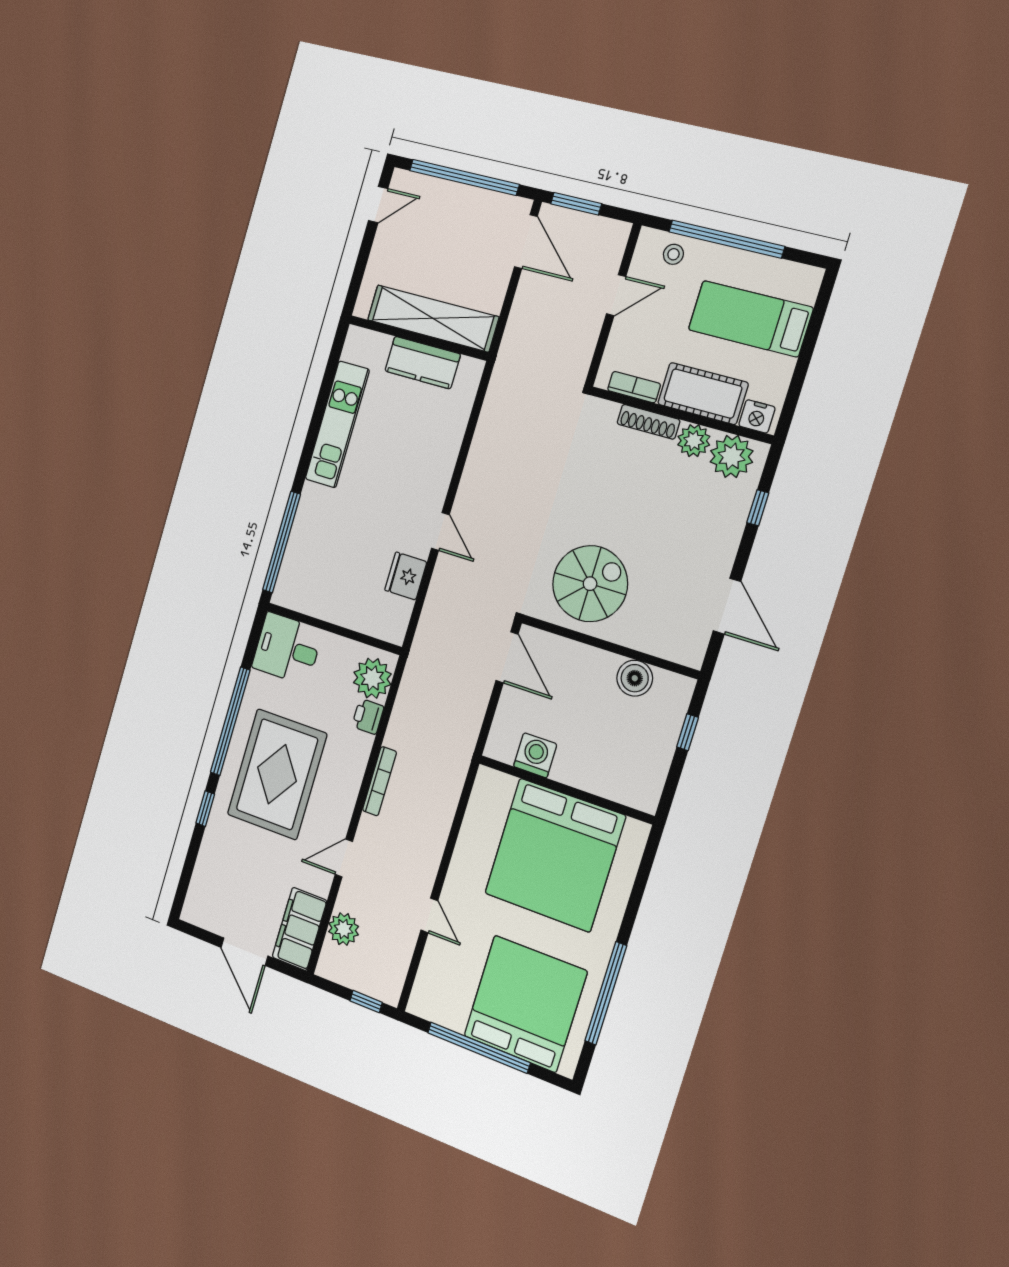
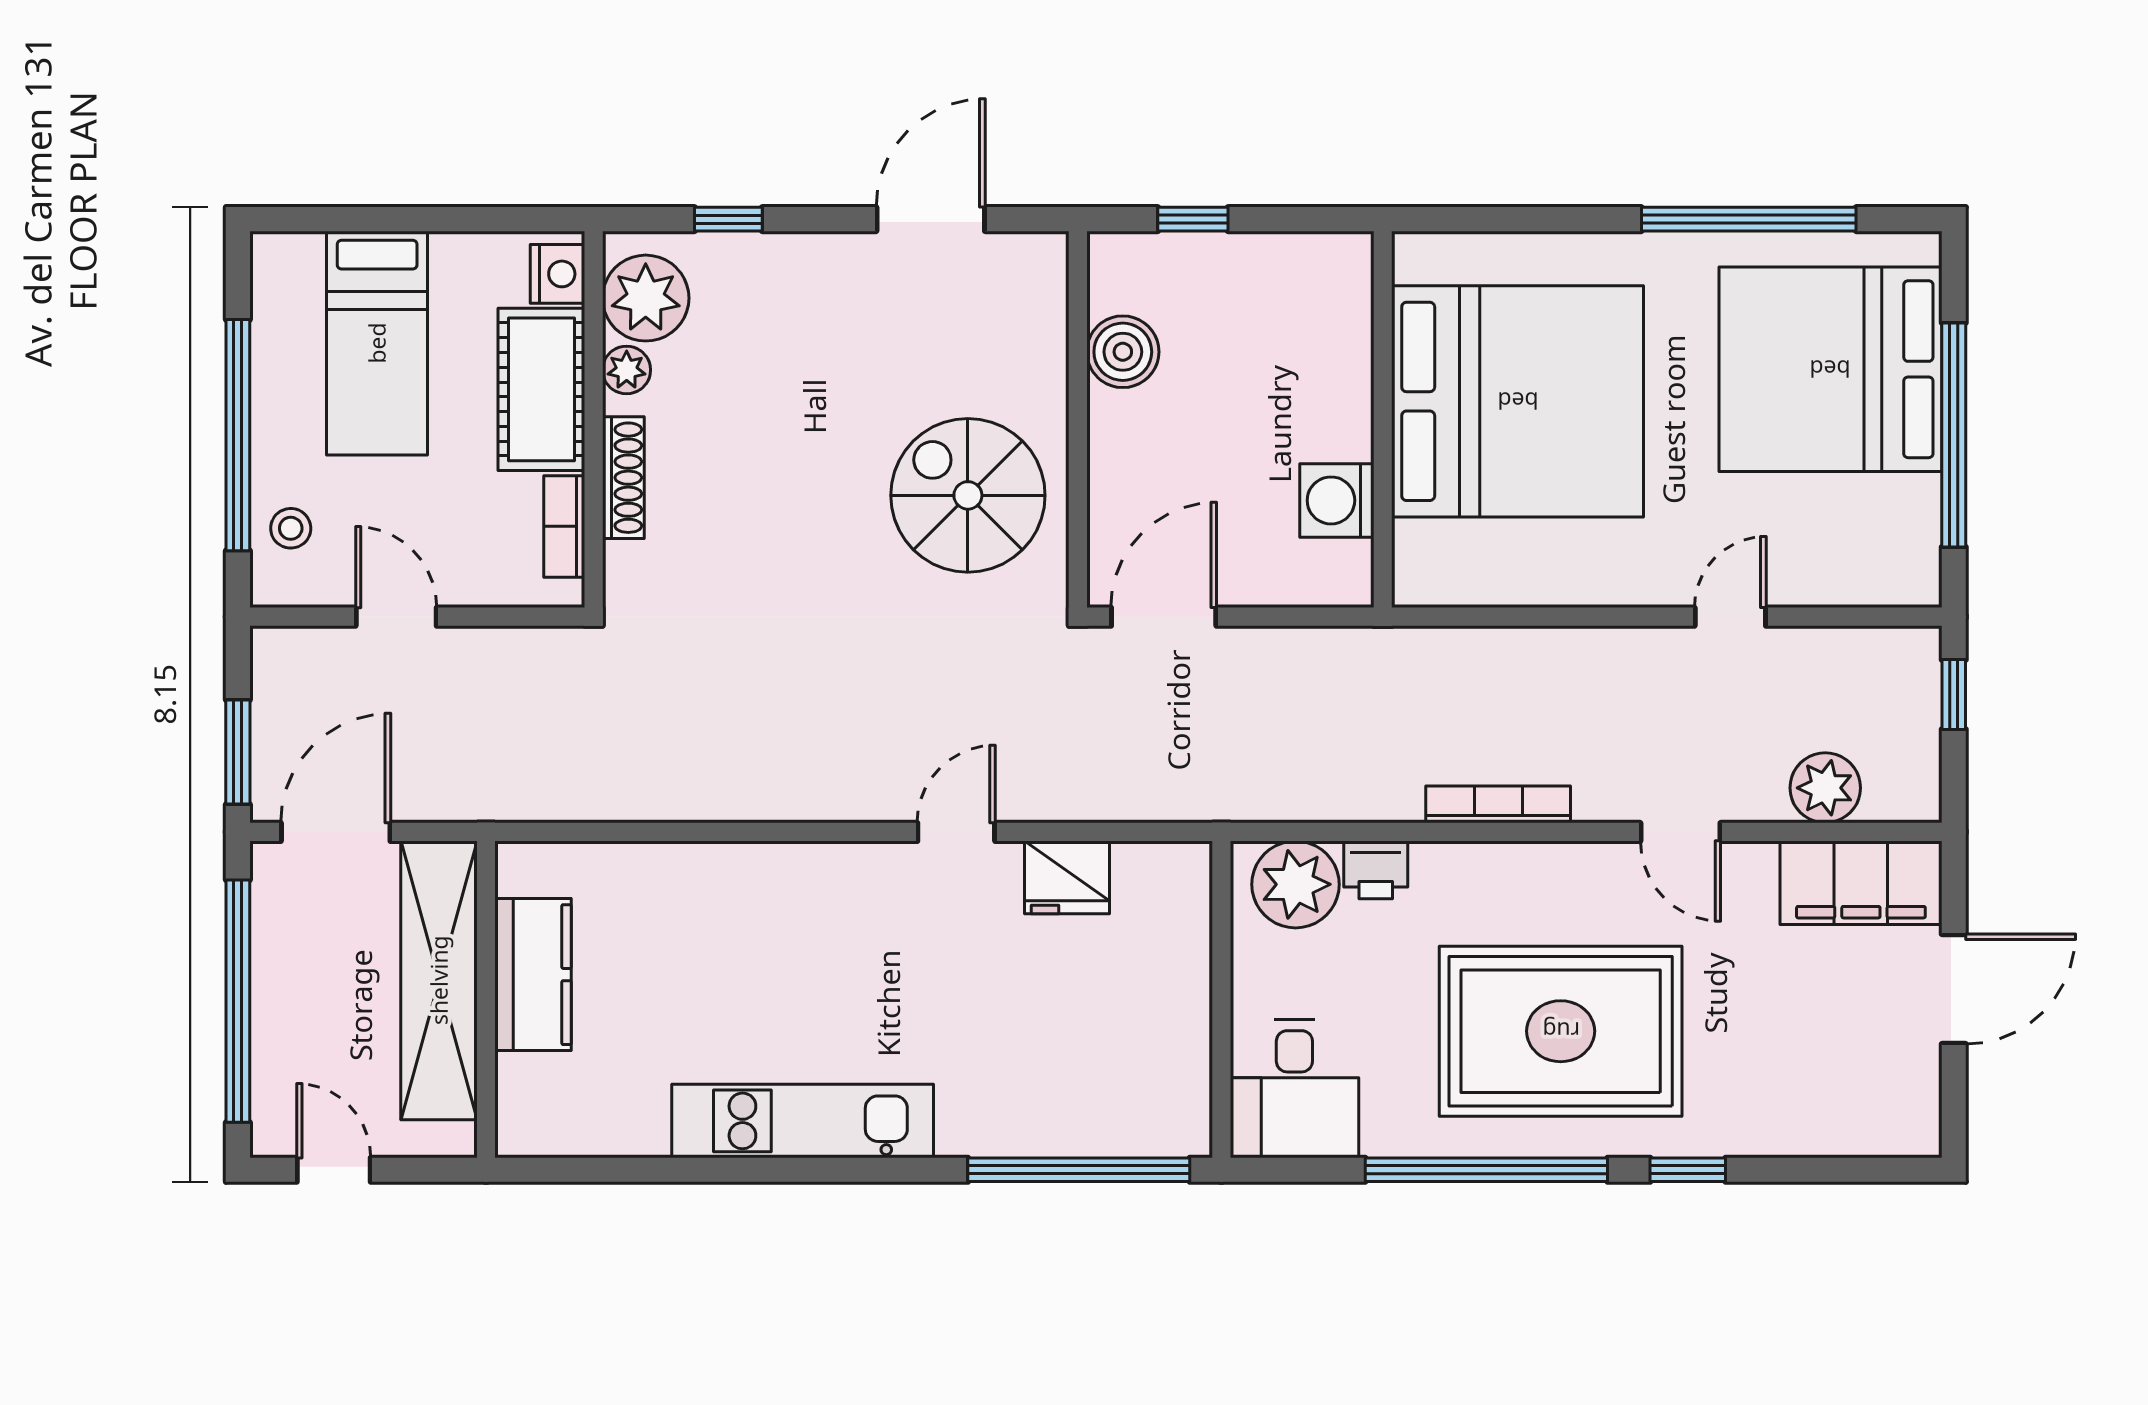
shelving: (433, 318) -> (439, 980), moved
wall: (418, 338) -> (486, 999), moved
kitchen counter: (423, 363) -> (533, 975), moved
plant: (694, 441) -> (627, 370), width x0.73, depth x0.73

